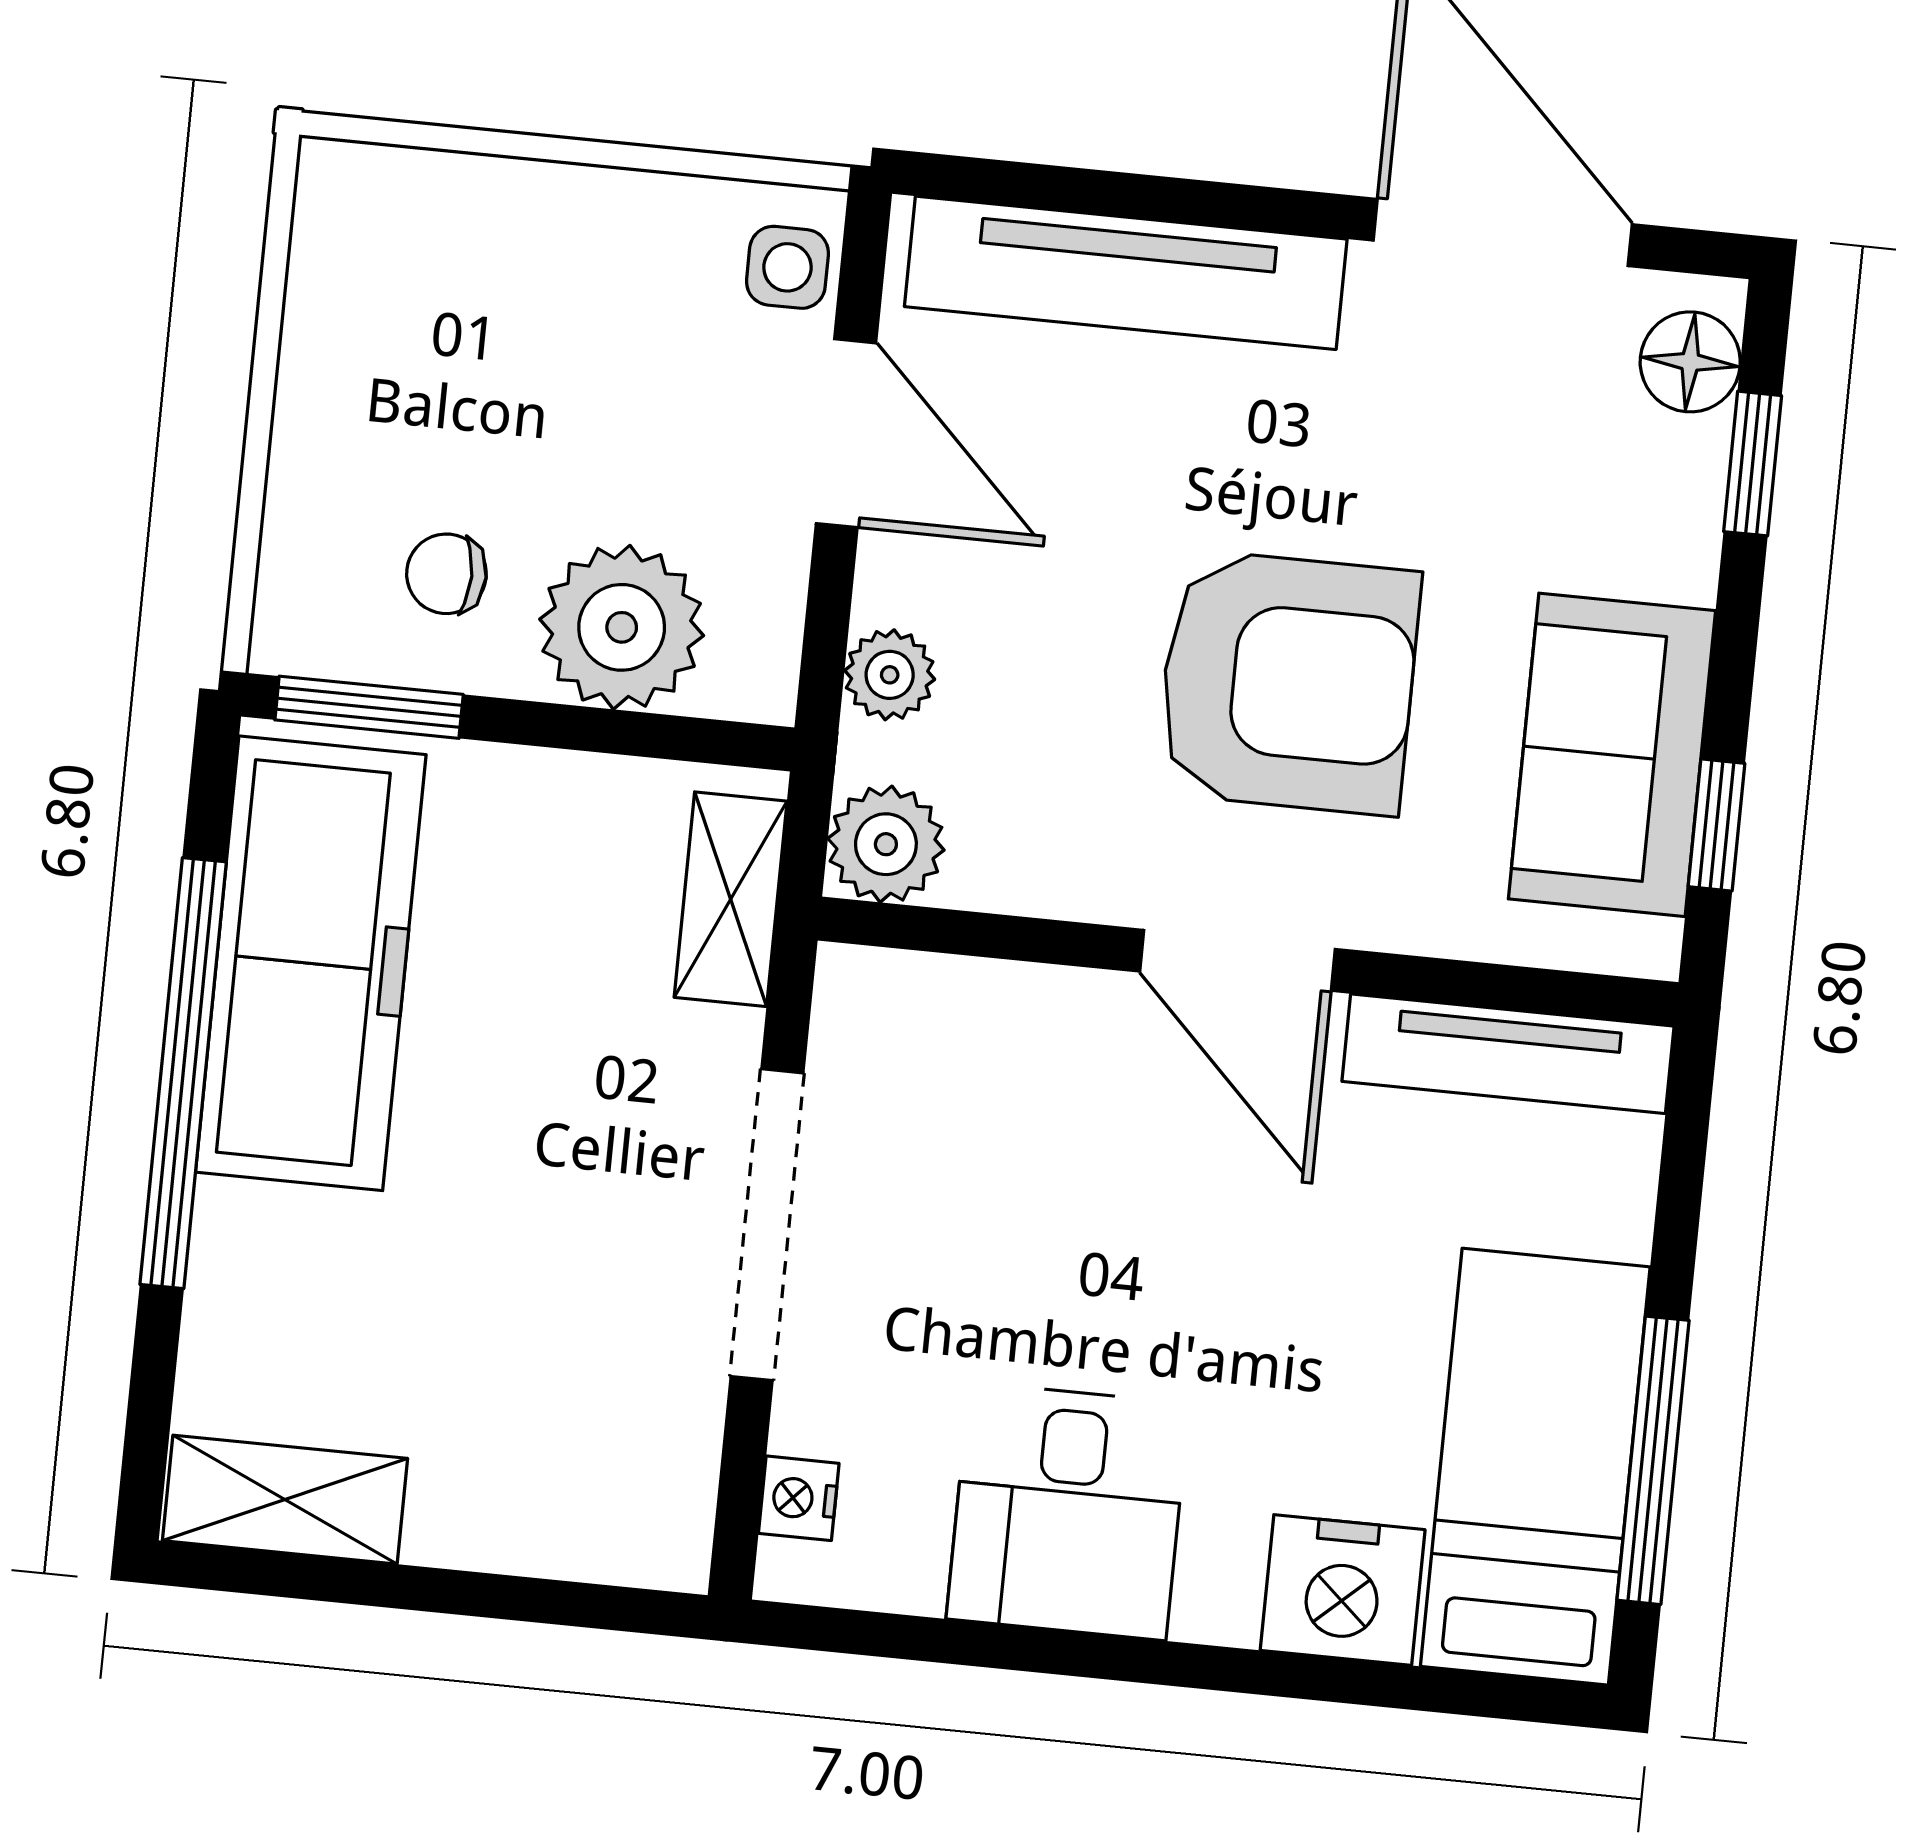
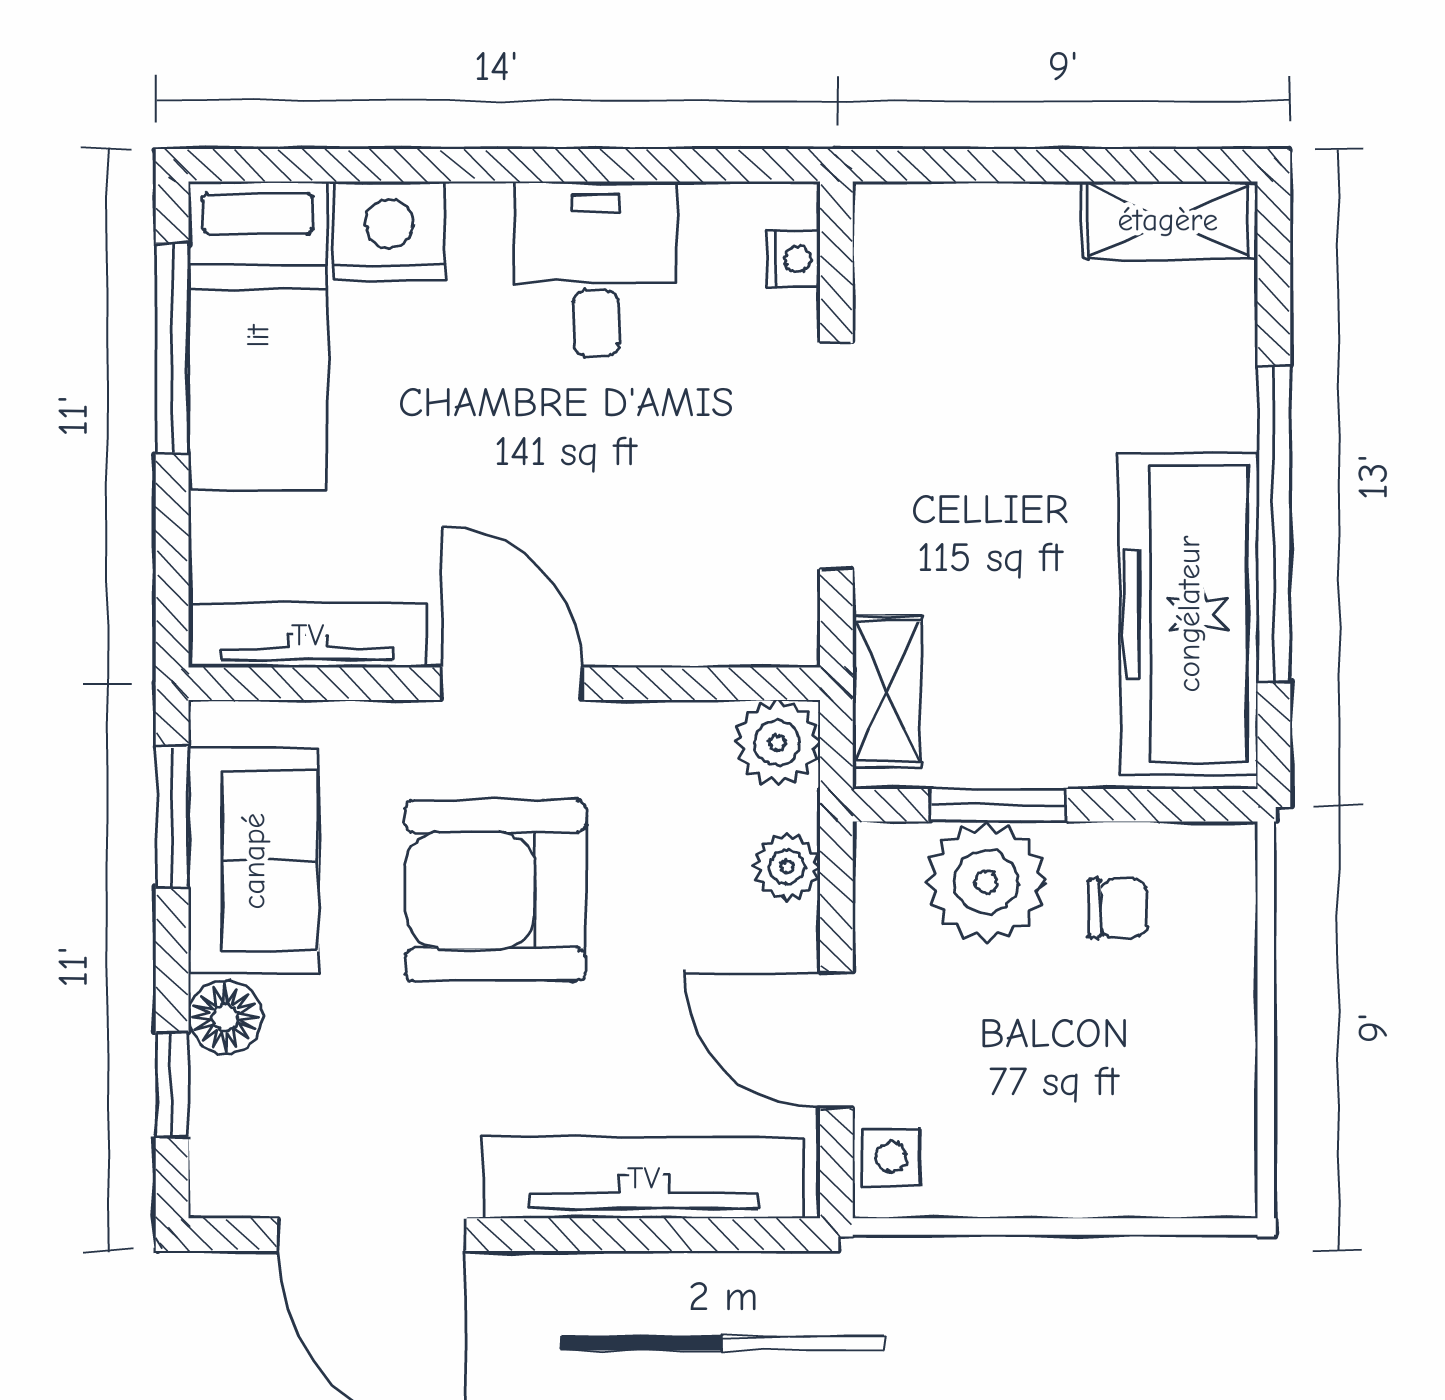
floor lamp: (1690, 362) -> (225, 1017), moved
window: (369, 707) -> (999, 805), moved
window: (1716, 825) -> (172, 817), width x1.50

